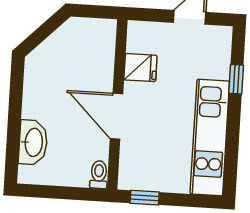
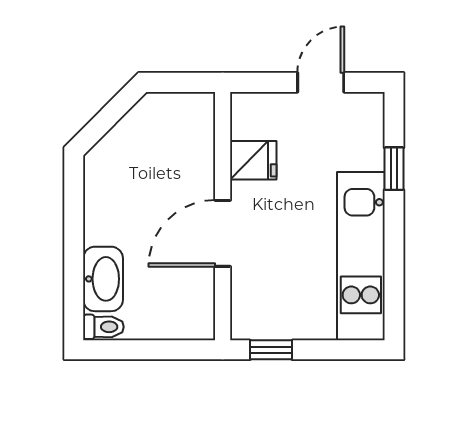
door: (116, 116) -> (223, 233), hinge flipped
toilet: (99, 175) -> (103, 327), moved, turned 90

